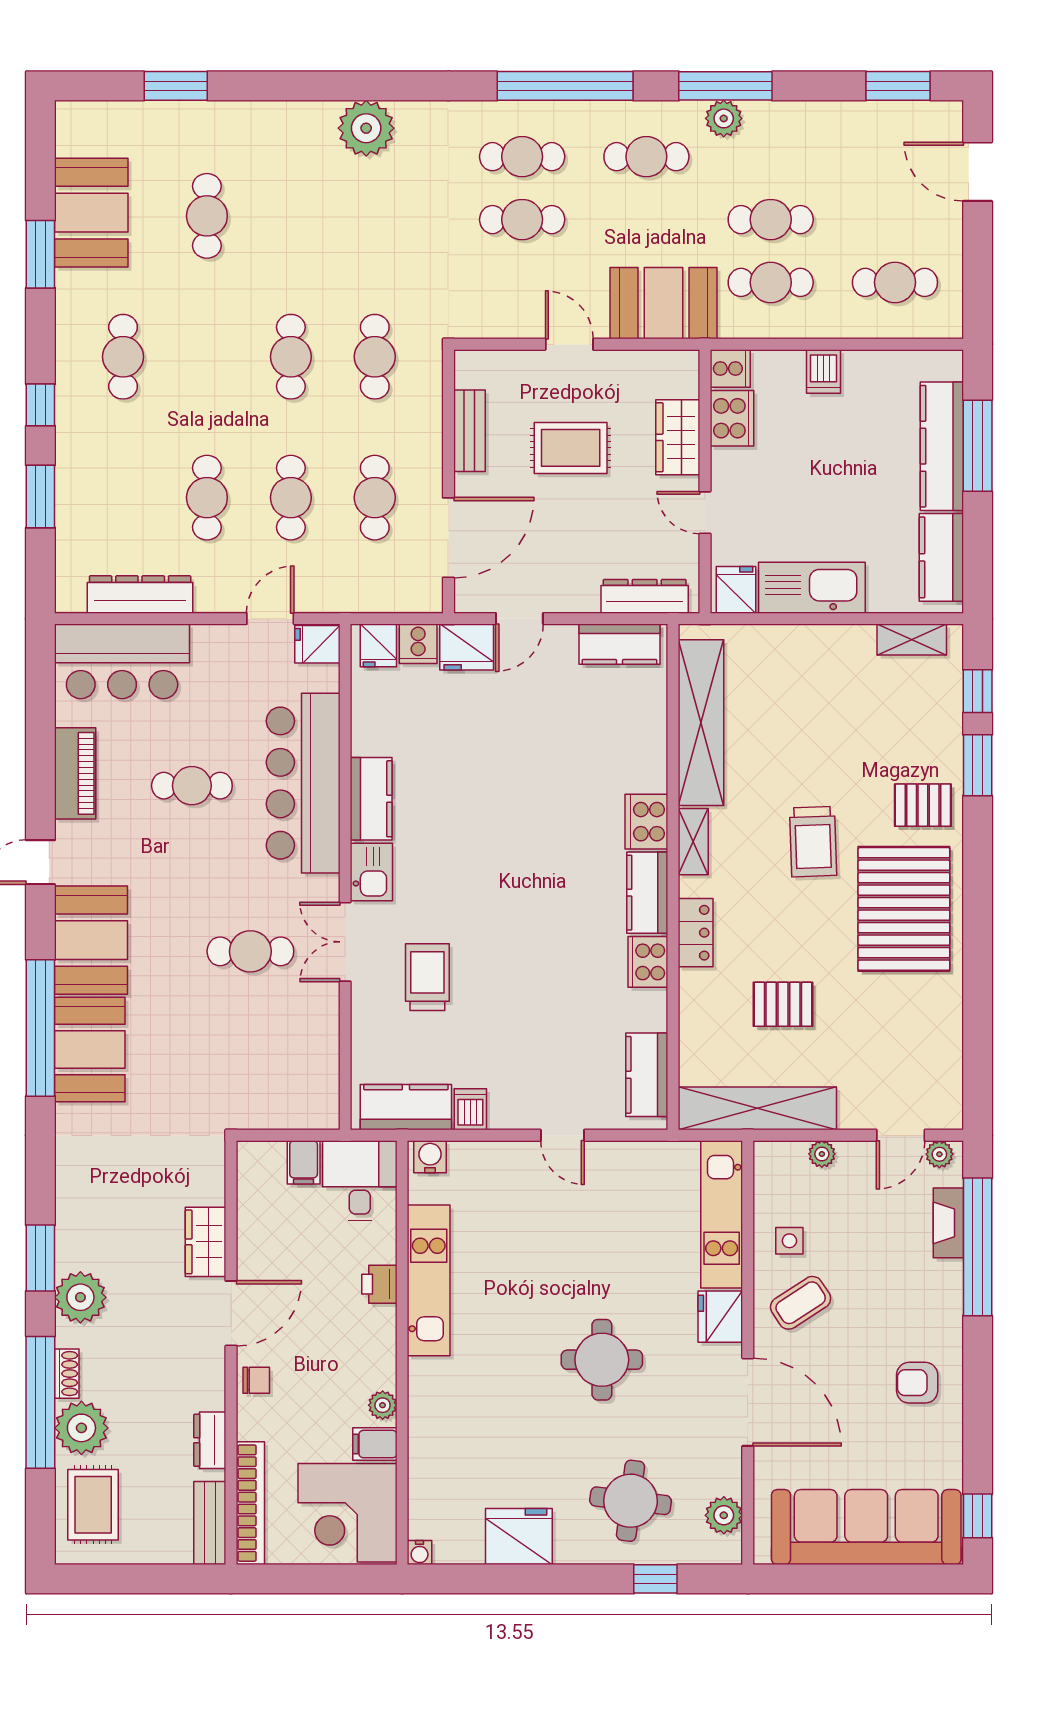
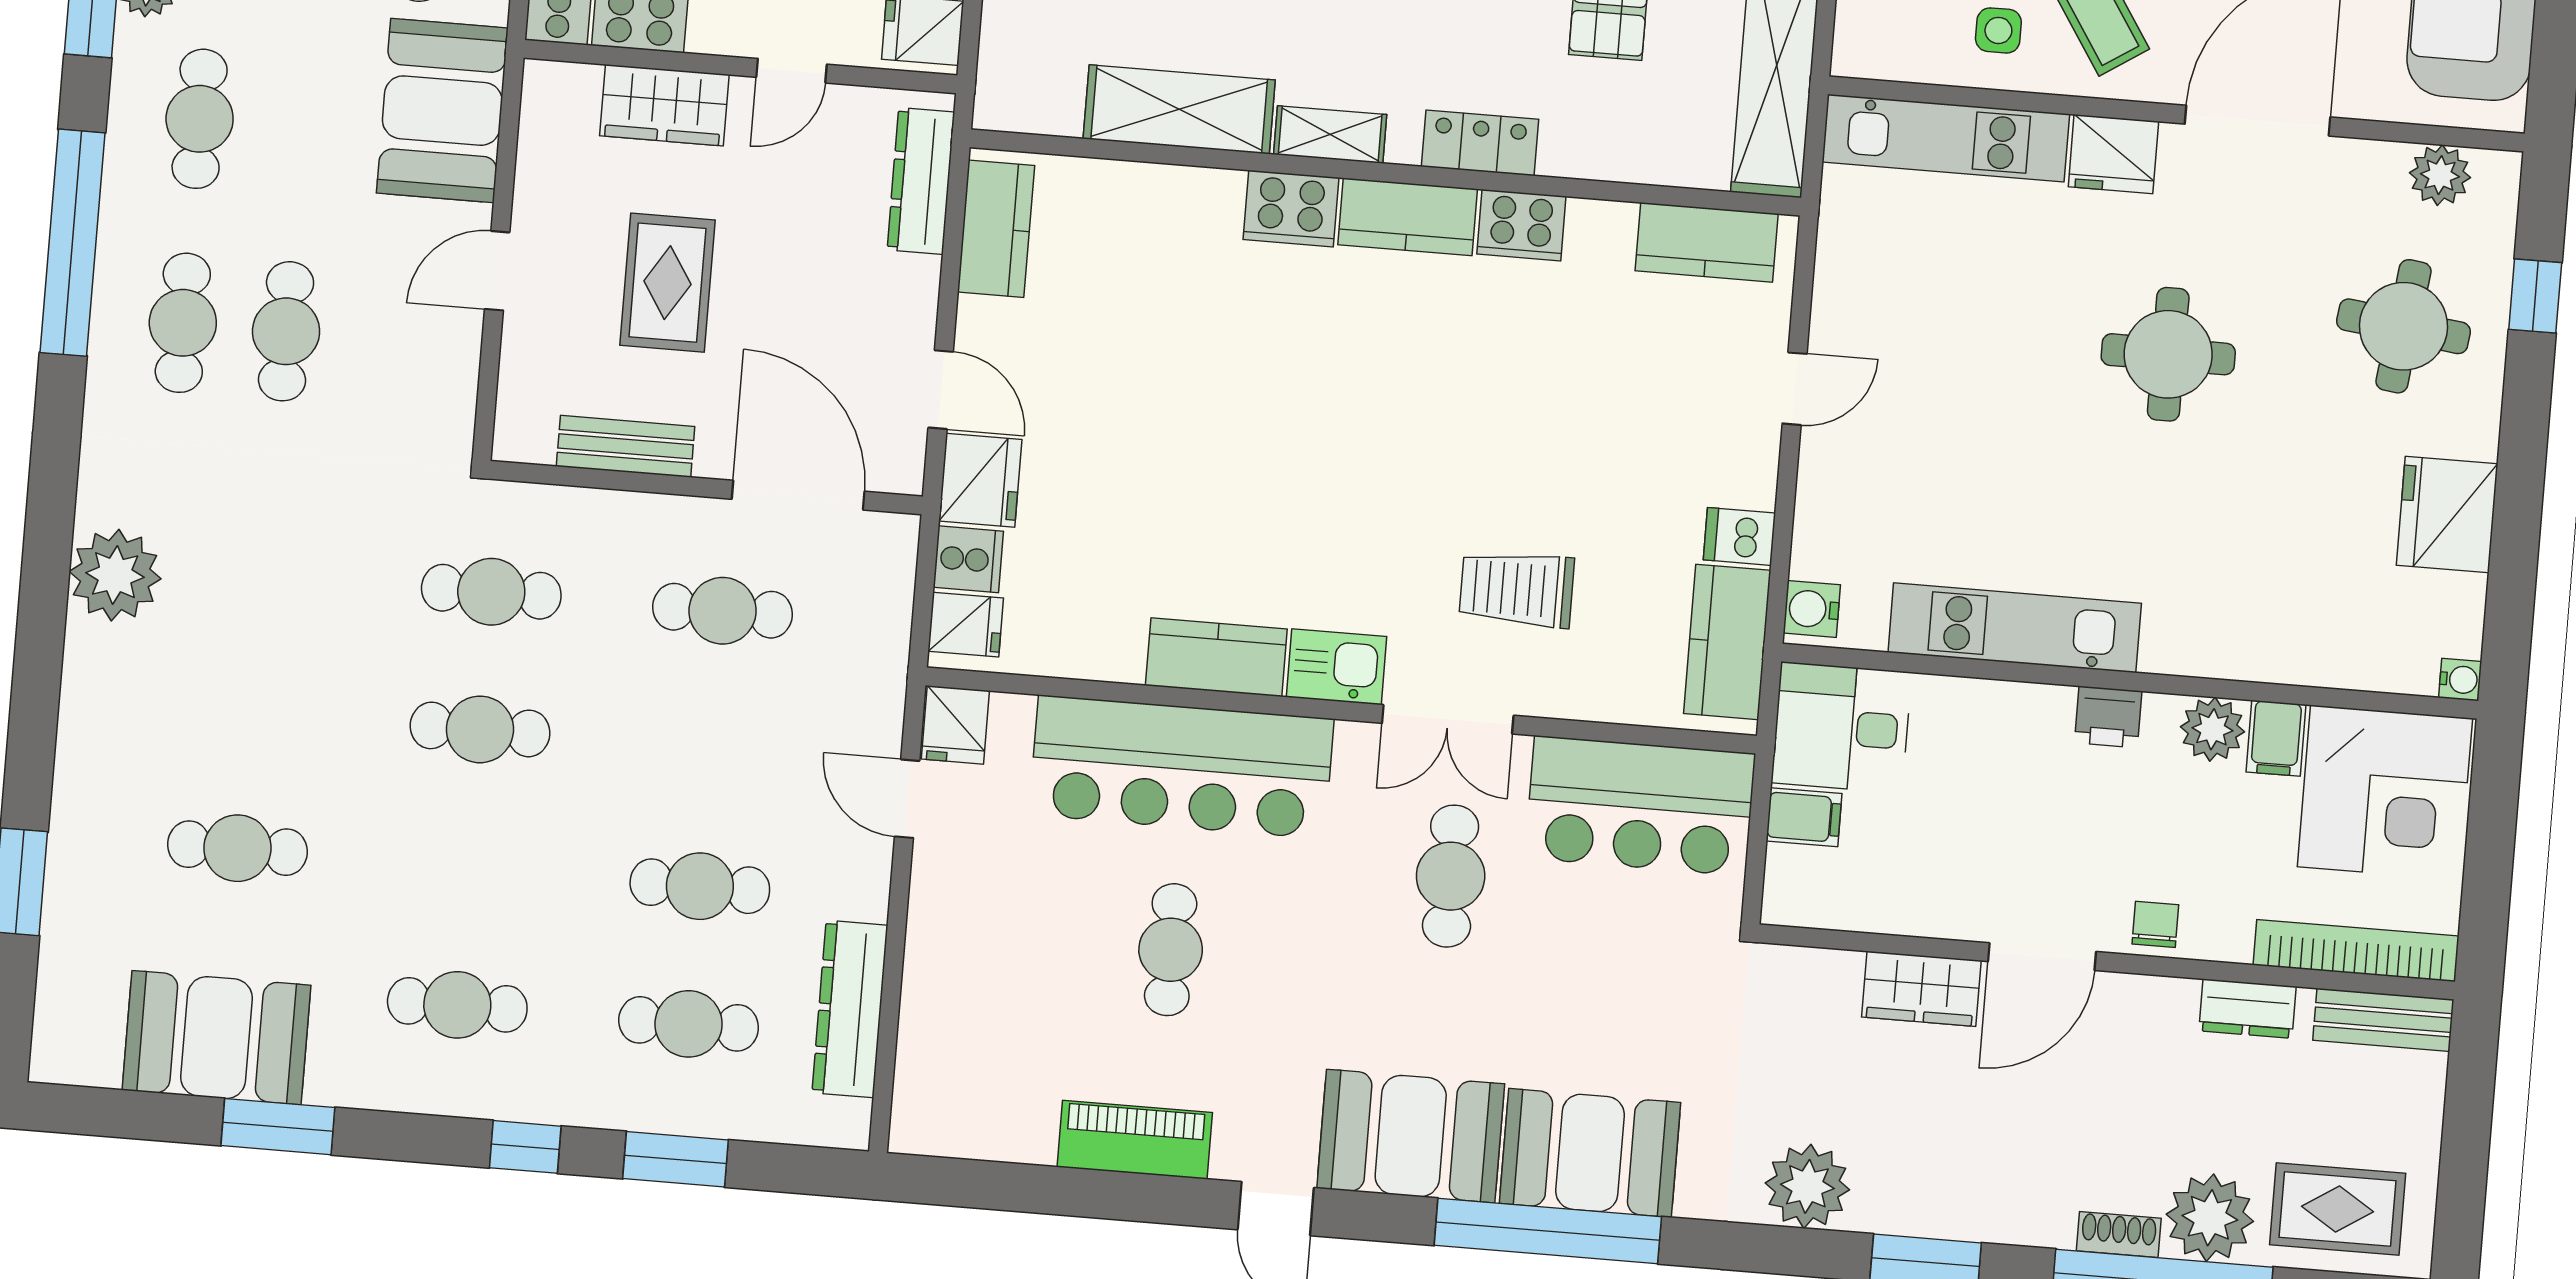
cafe table: (291, 498) -> (689, 1024), moved
bar counter: (122, 661) -> (1640, 806), moved, turned 90
shelving: (701, 723) -> (1179, 109), width x0.68
printer: (379, 1284) -> (2108, 717), moved
plant: (80, 1297) -> (1807, 1186), moved
door: (231, 1313) -> (2042, 957), swing flipped
plant: (383, 1405) -> (2213, 729), width x1.38, depth x1.38

